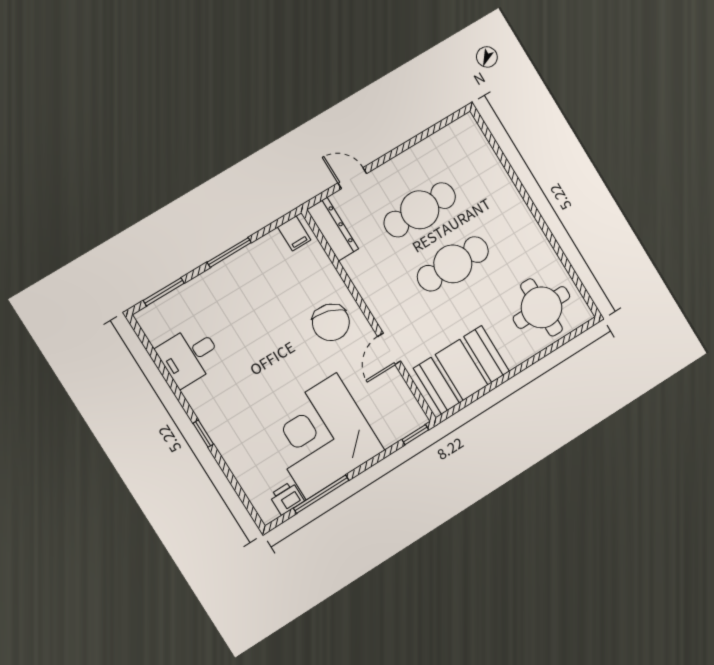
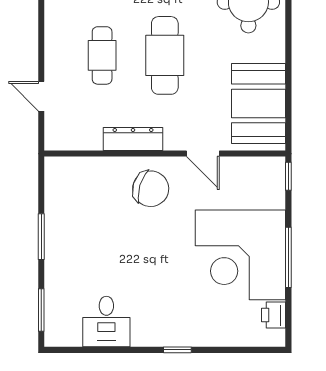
door: (352, 178) -> (41, 96), hinge flipped
cafe table: (420, 210) -> (102, 55), width x0.73, depth x0.74
dresser: (333, 229) -> (133, 139), moved
filing cabinet: (294, 233) -> (58, 173), removed
window: (321, 494) -> (288, 257), moved

